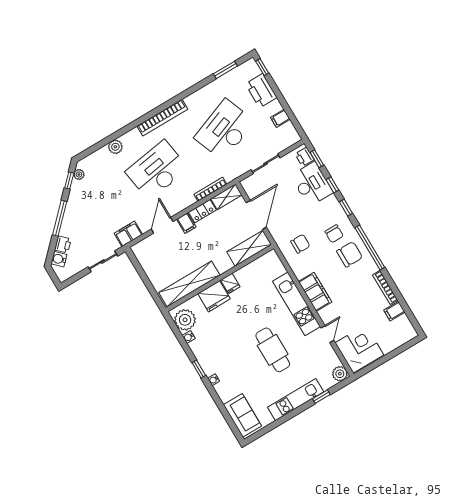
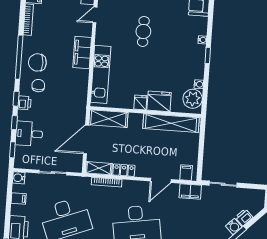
water cooler: (293, 137) -> (19, 178), added
printer: (304, 157) -> (24, 103), moved
desk: (312, 184) -> (29, 134), width x0.73
filing cabinet: (186, 223) -> (186, 173), moved
chair: (300, 244) -> (68, 96), removed
water cooler: (59, 259) -> (234, 226), moved
kitchen unit: (296, 304) -> (101, 74), moved
cafe table: (273, 350) -> (143, 31), width x0.73, depth x0.74

